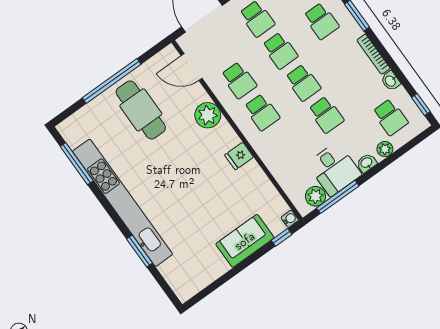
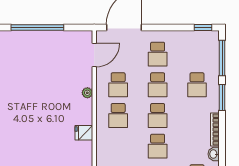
door: (192, 67) -> (94, 55), swing flipped
cafe table: (141, 110) -> (43, 59), removed
plant: (208, 115) -> (87, 93), width x0.53, depth x0.53

